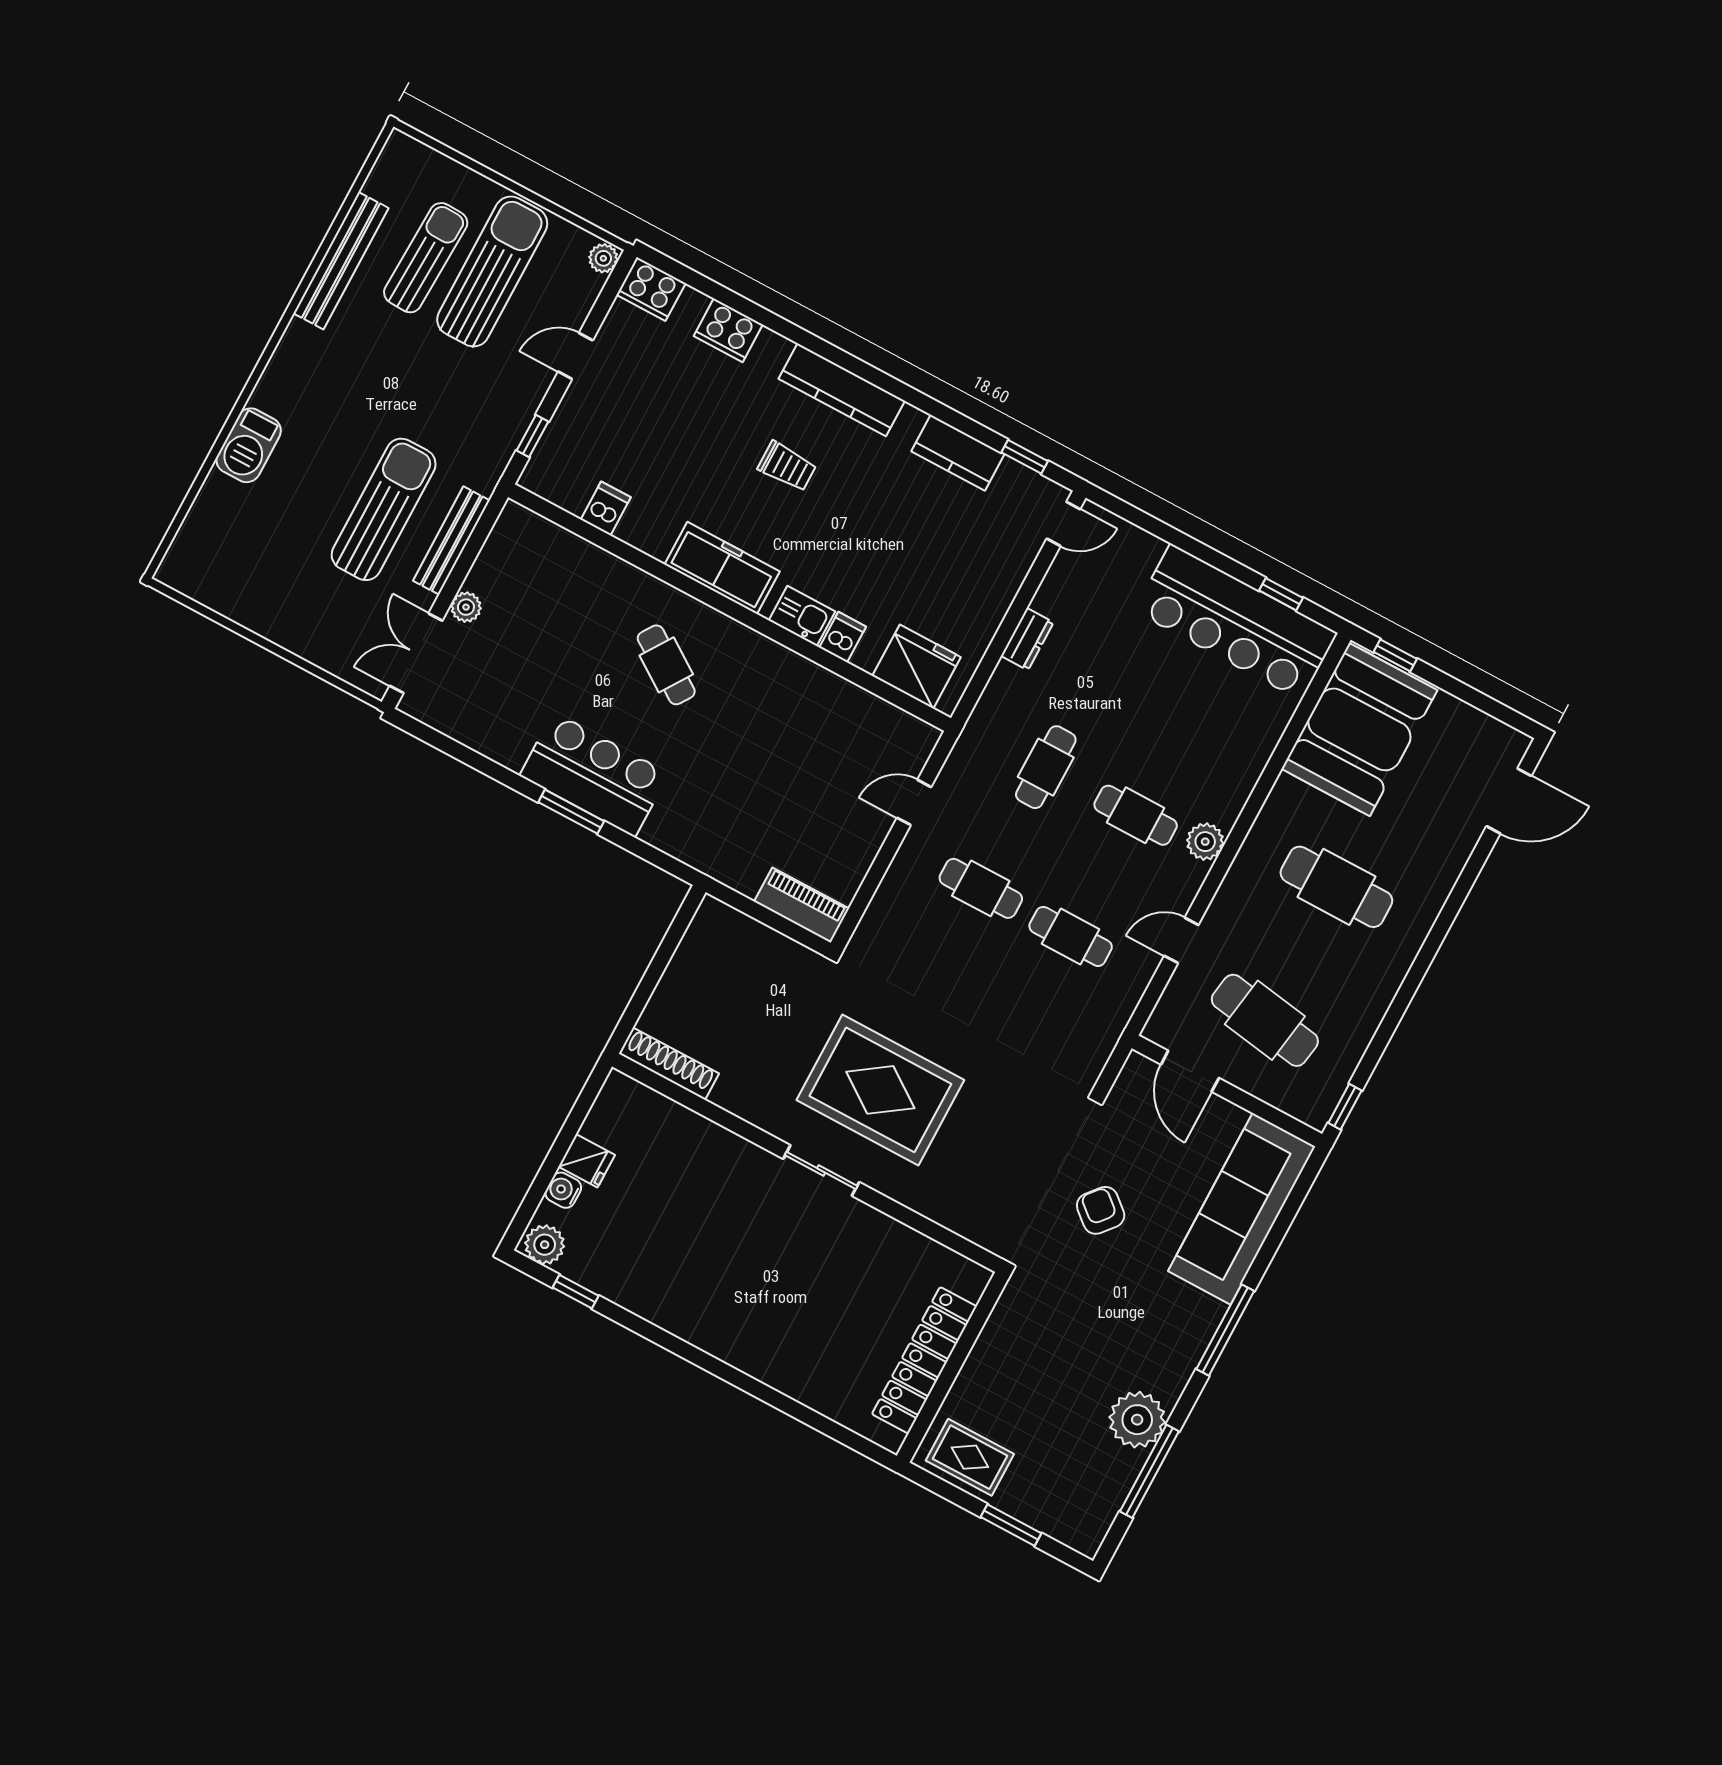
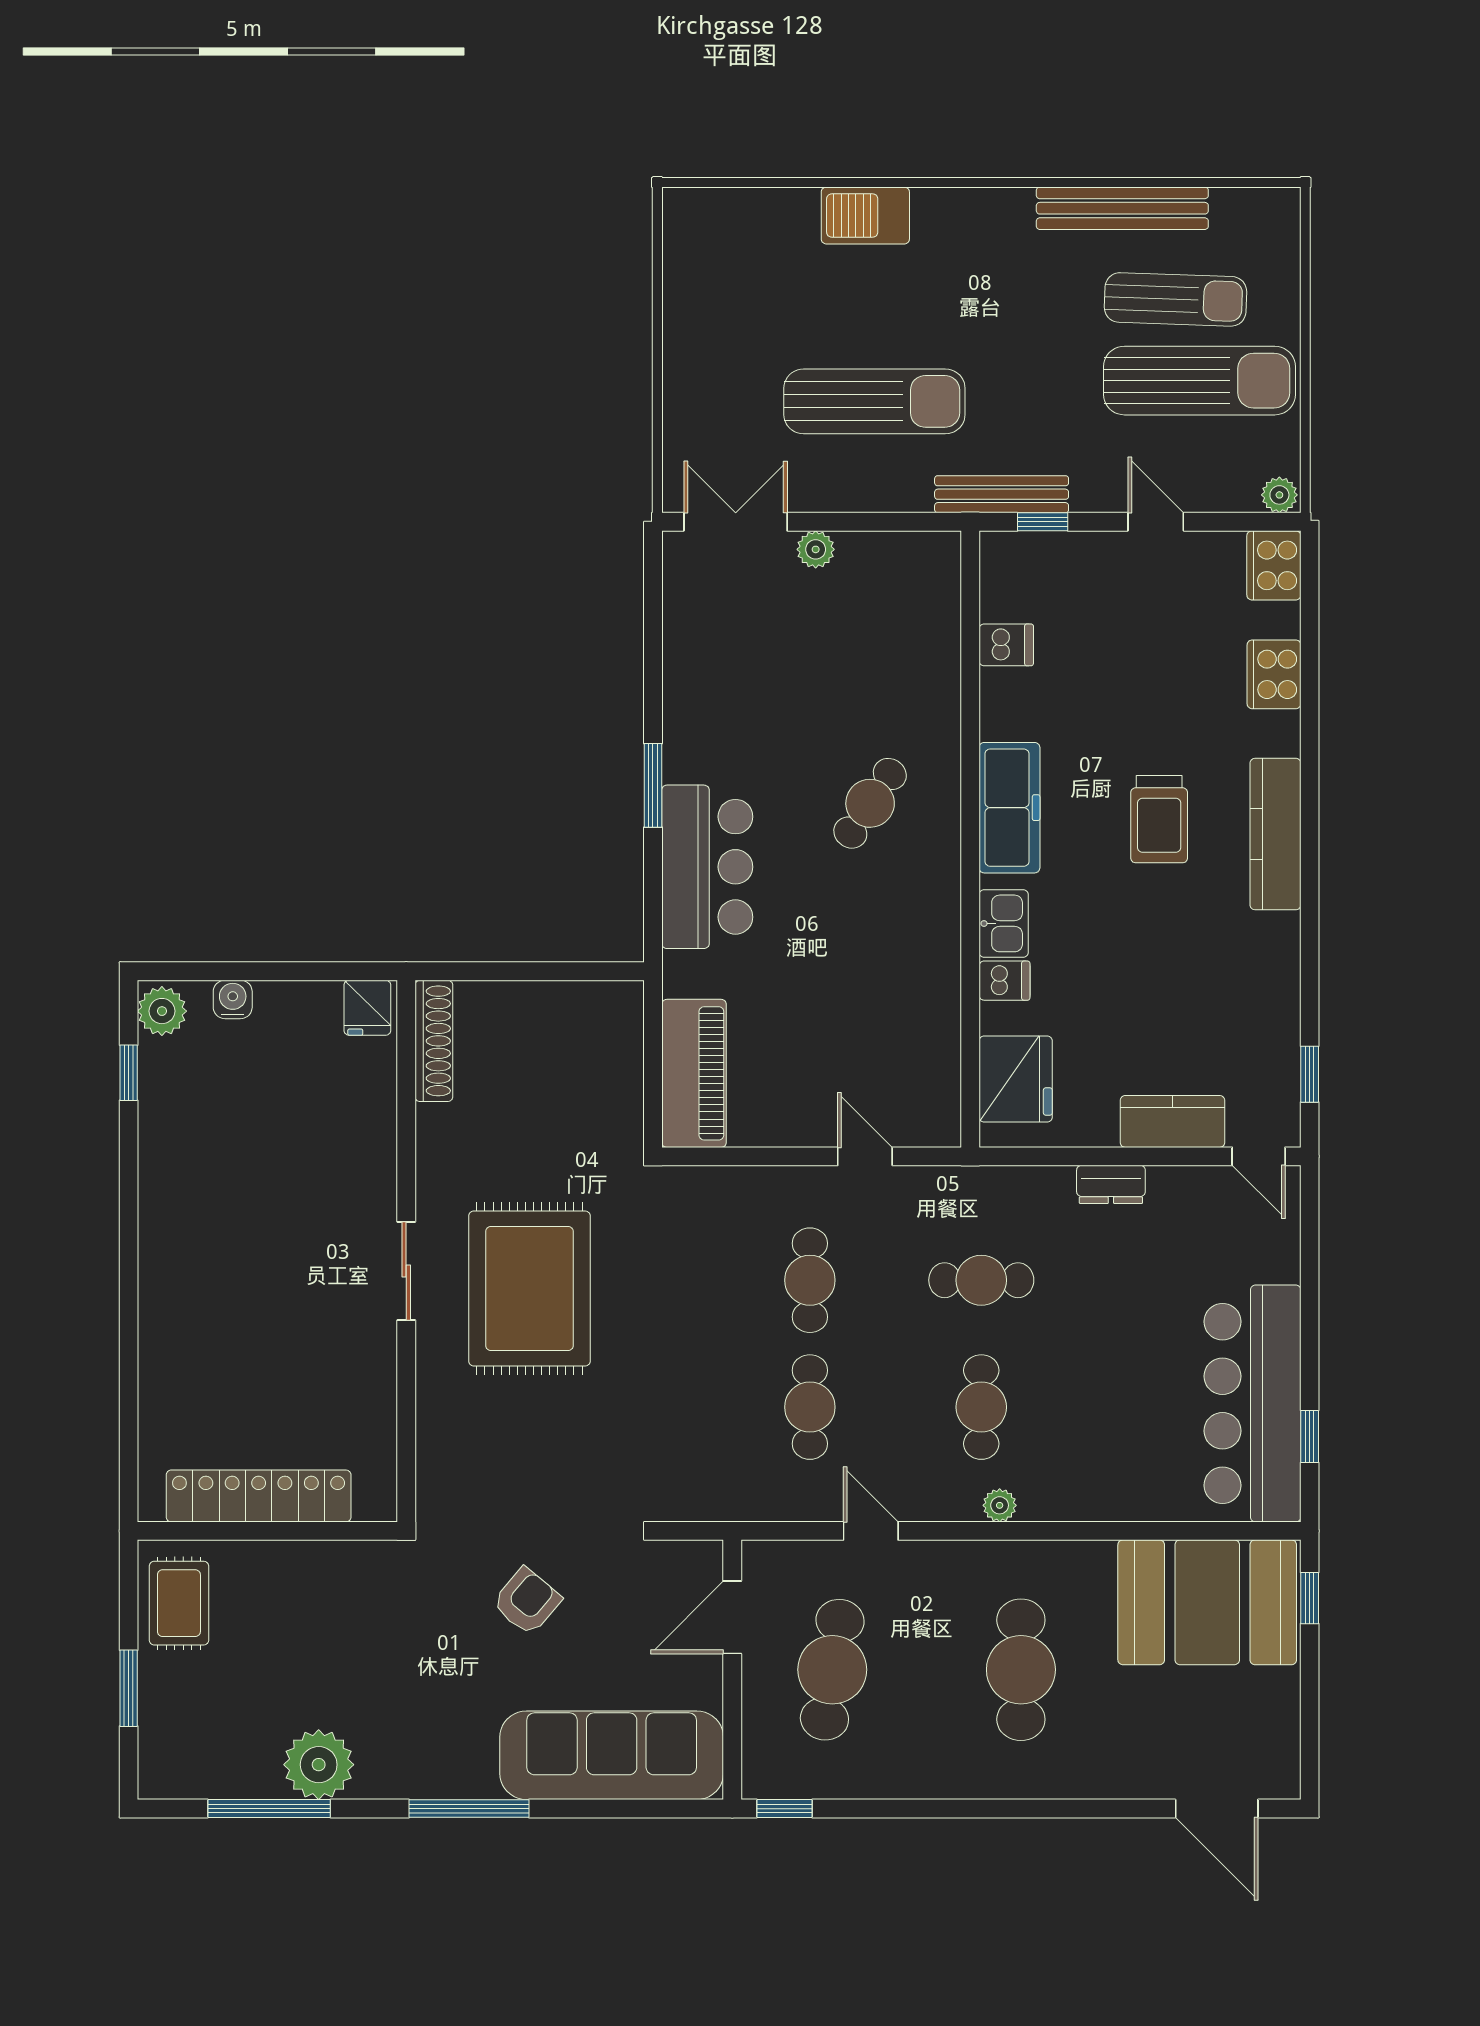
kitchen counter: (958, 453) -> (1172, 1121), moved, turned 90
trolley: (787, 466) -> (1159, 819), width x1.36, depth x1.39
bench: (451, 541) -> (1002, 494), moved
bar counter: (594, 775) -> (707, 867), moved
plant: (1205, 842) -> (1000, 1505), width x0.73, depth x0.73
piano: (802, 905) -> (694, 1073), width x1.37, depth x1.33
fridge: (587, 1161) -> (367, 1008), moved

